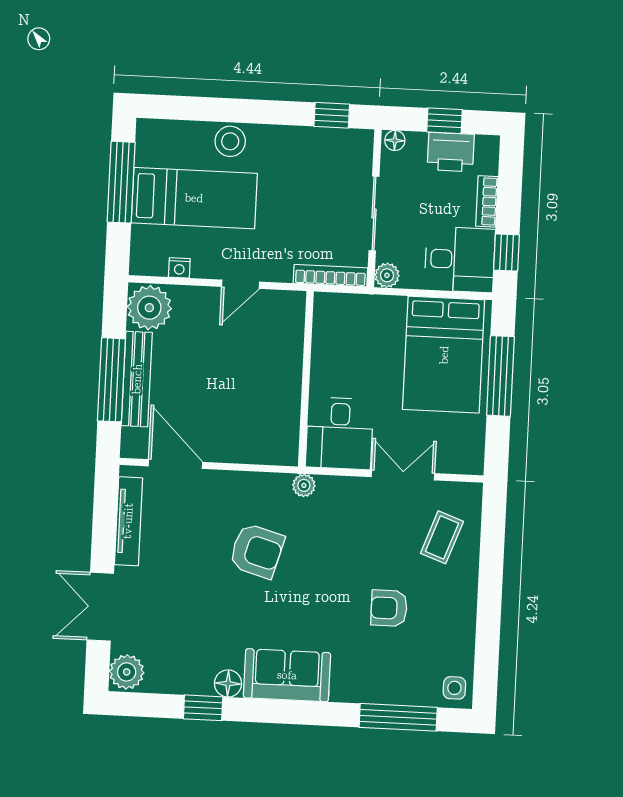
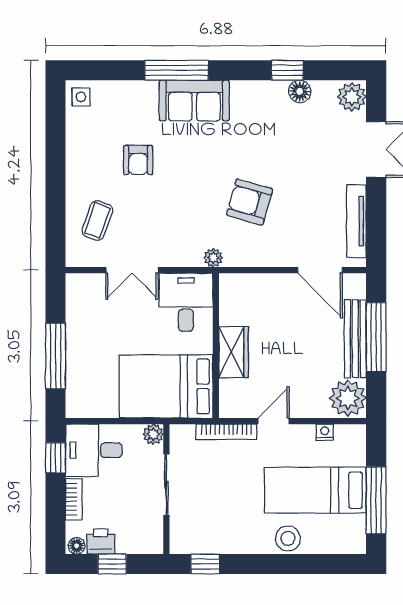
floor lamp: (395, 140) -> (77, 546), moved
printer: (451, 152) -> (101, 542), width x0.73, depth x0.81
bookcase: (330, 276) -> (226, 432), moved
bed: (444, 355) -> (166, 386), moved, turned -90
wardrobe: (285, 370) -> (234, 352), added
armchair: (389, 608) -> (138, 160), turned 90
sofa: (287, 675) -> (194, 101), moved
floor lamp: (228, 683) -> (300, 91), moved
window: (398, 717) -> (177, 70), moved

